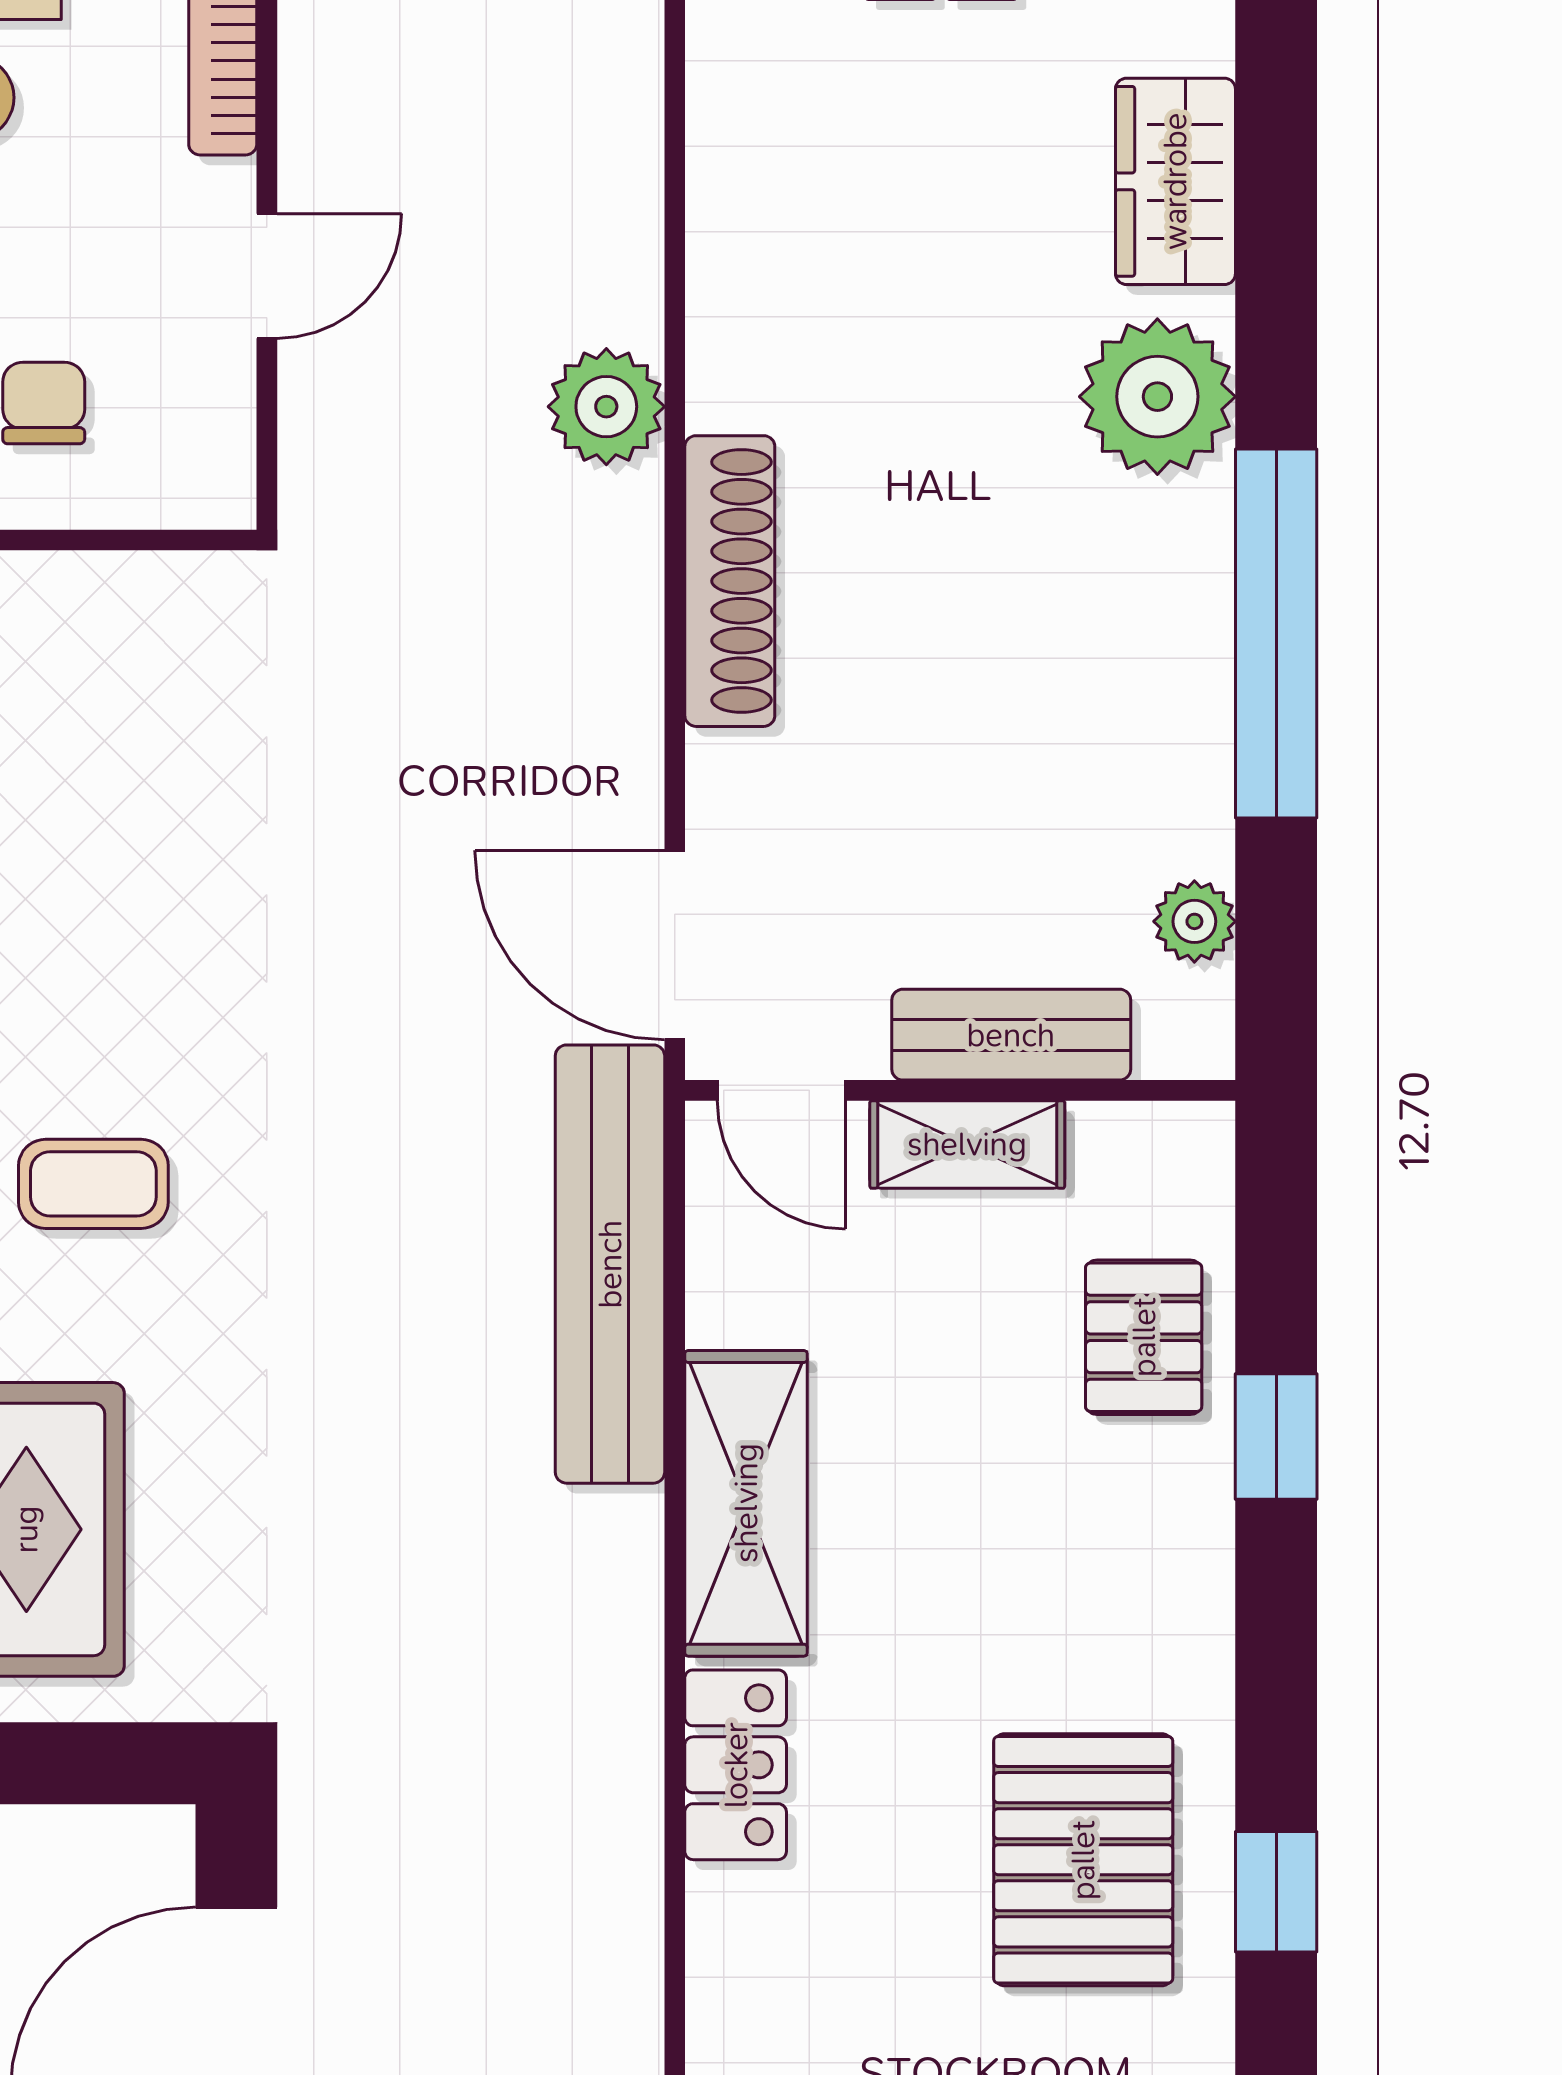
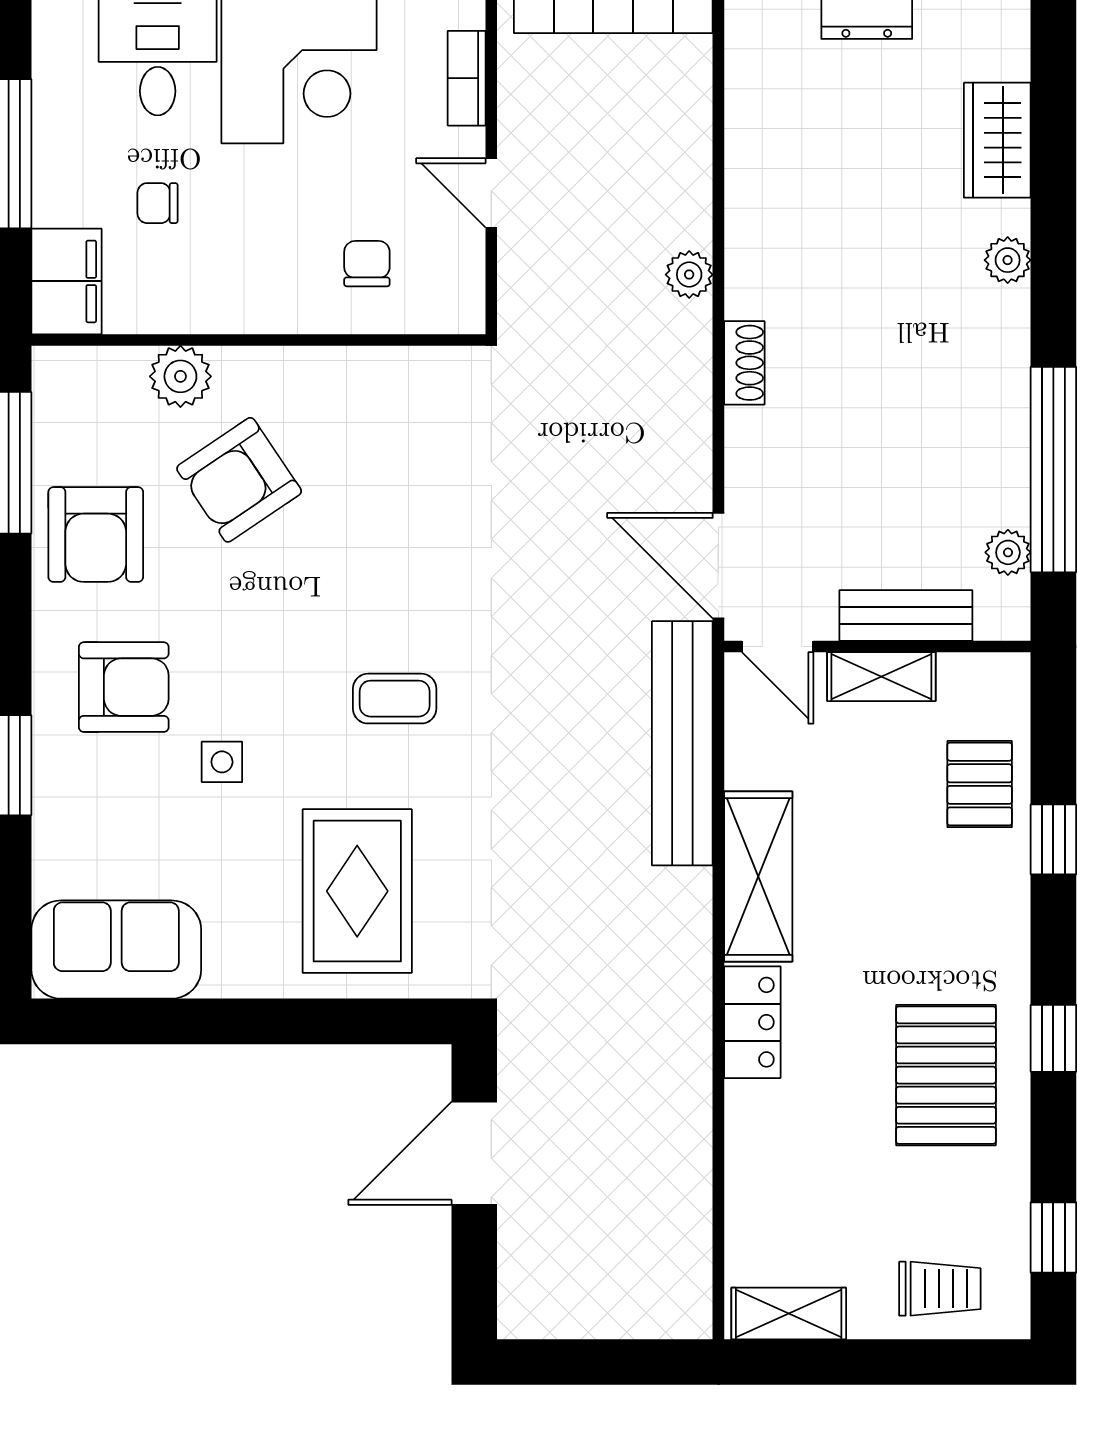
door: (267, 276) -> (491, 193), swing flipped
plant: (1157, 397) -> (1008, 260), width x0.53, depth x0.53
plant: (606, 407) -> (689, 275), width x0.73, depth x0.73
shoe rack: (730, 581) -> (744, 363), width x0.51, depth x0.81
window: (1276, 633) -> (1053, 470), moved
window: (1276, 1892) -> (1053, 1038), moved

